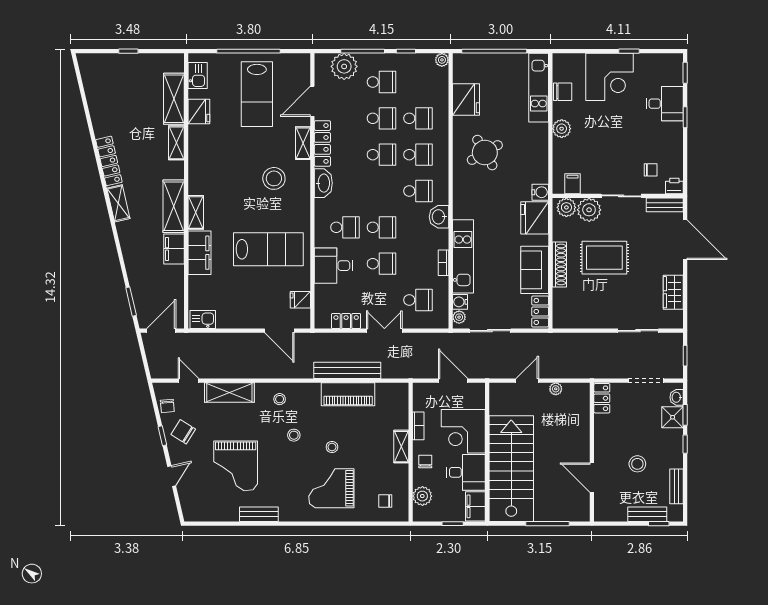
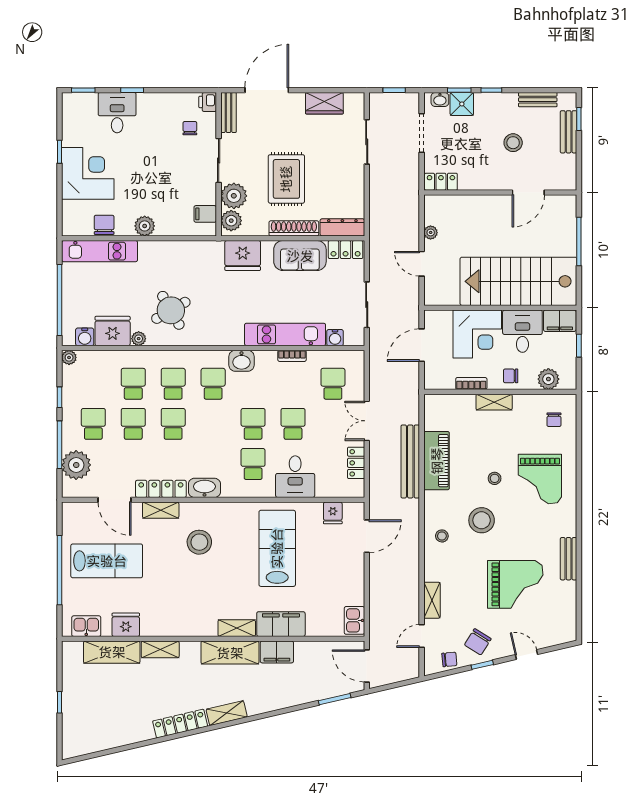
water cooler: (540, 192) -> (85, 337), moved, turned 180
dresser: (560, 309) -> (342, 227), added
plant: (459, 317) -> (139, 339), moved
shelving: (229, 393) -> (432, 600), width x0.67, depth x0.75
stool: (294, 435) -> (482, 520), width x1.89, depth x1.89

